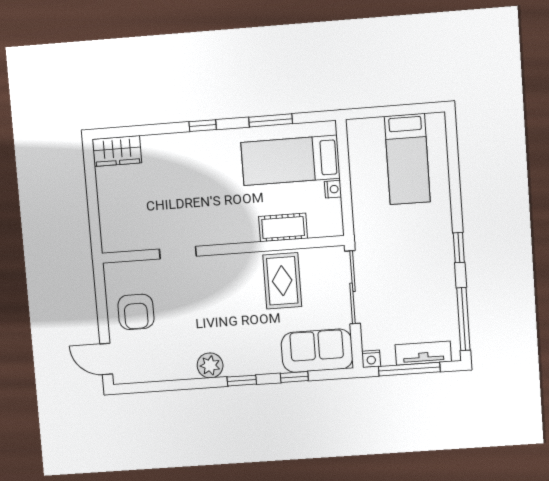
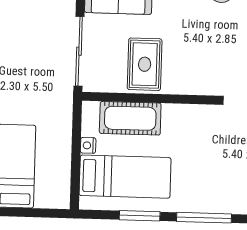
window: (203, 126) -> (204, 218), width x2.17
cot: (283, 227) -> (130, 118), width x1.37, depth x1.34

